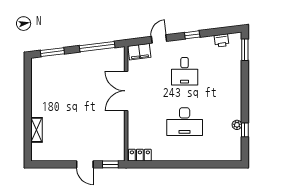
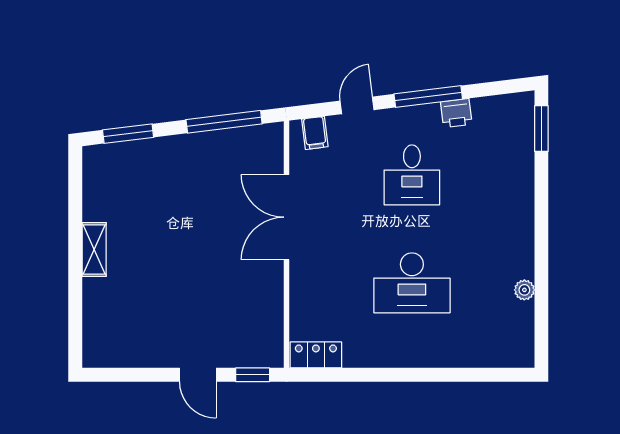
window: (192, 35) -> (428, 96), width x2.17
printer: (222, 40) -> (456, 113), moved
filing cabinet: (139, 52) -> (315, 133), width x0.50
shelving: (37, 130) -> (94, 249), moved
window: (245, 130) -> (541, 301), removed

